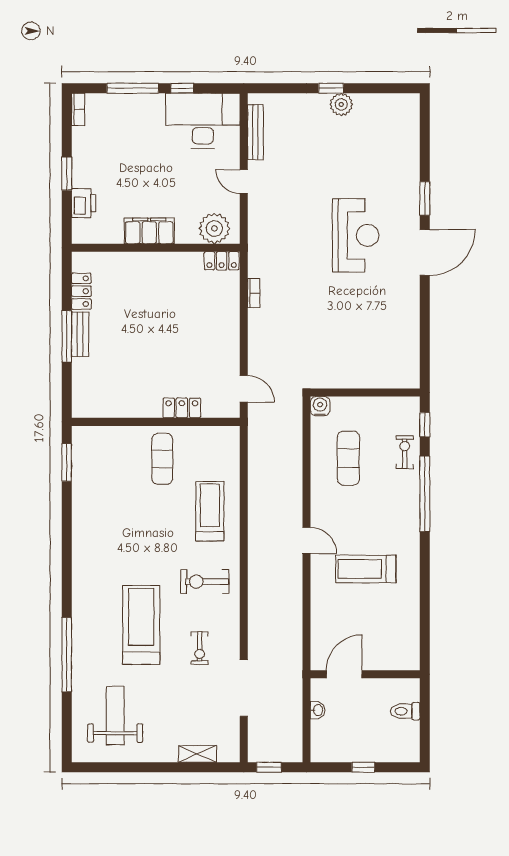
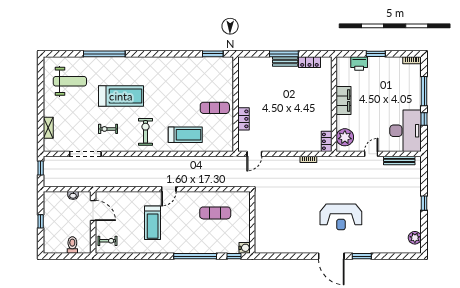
plant: (341, 104) -> (415, 238), moved
water cooler: (320, 406) -> (245, 248), moved
exercise bike: (405, 452) -> (108, 241), moved
treadmill: (366, 569) -> (153, 223), turned 180

